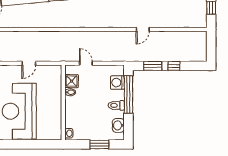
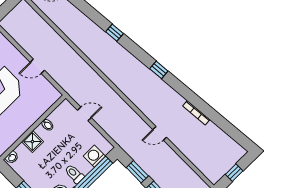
door: (86, 63) -> (84, 114), hinge flipped
shower: (72, 81) -> (32, 142), moved

